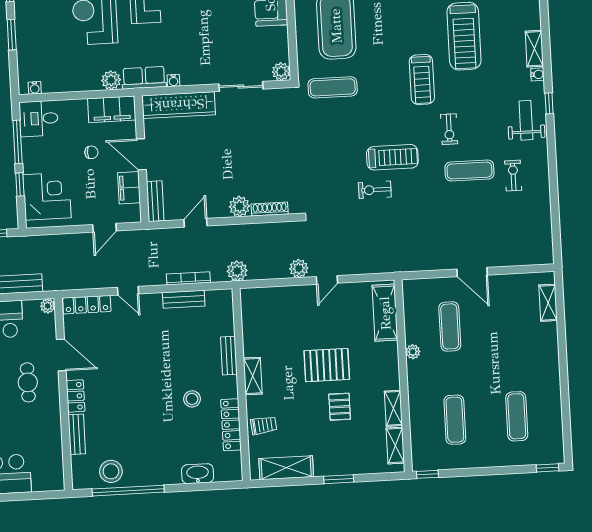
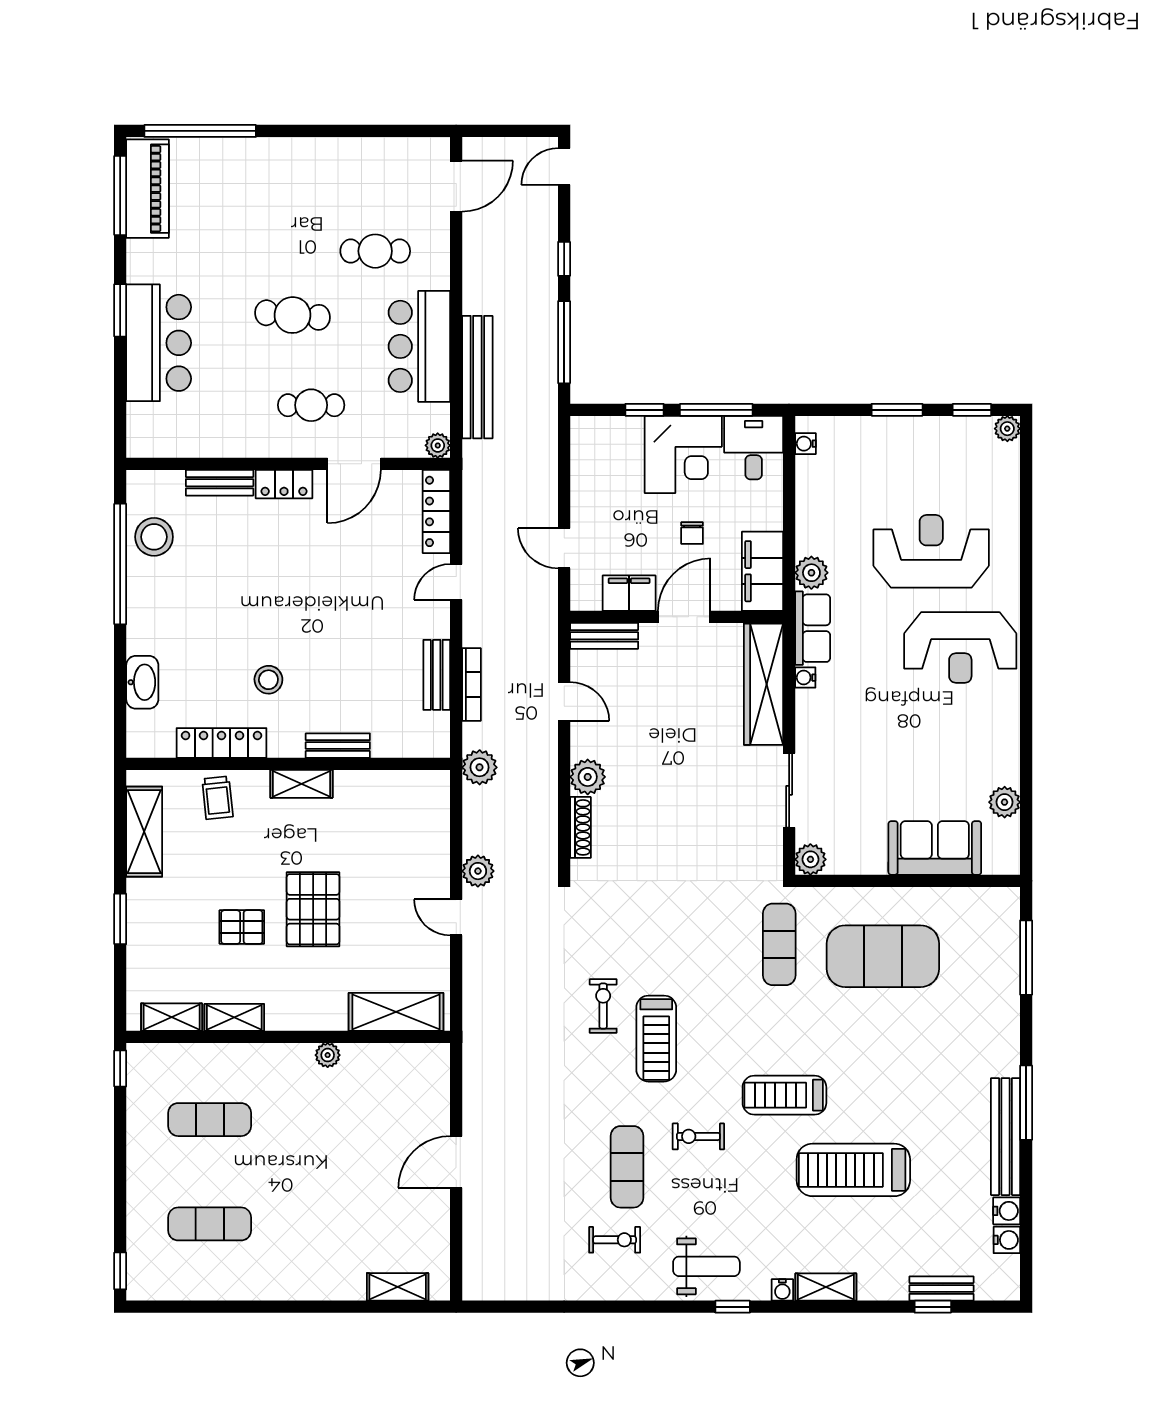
corner desk: (47, 196) -> (683, 454), moved
exercise mat: (450, 326) -> (367, 1120), removed

